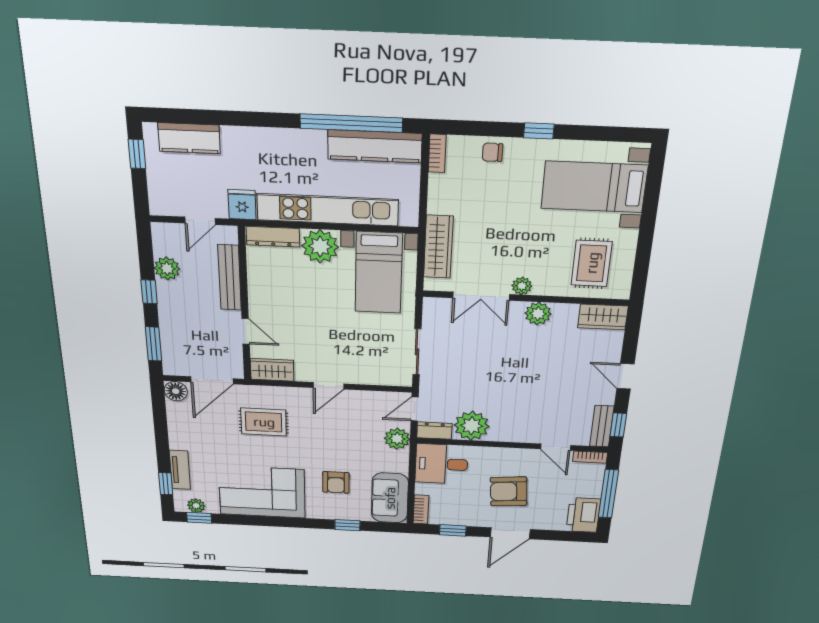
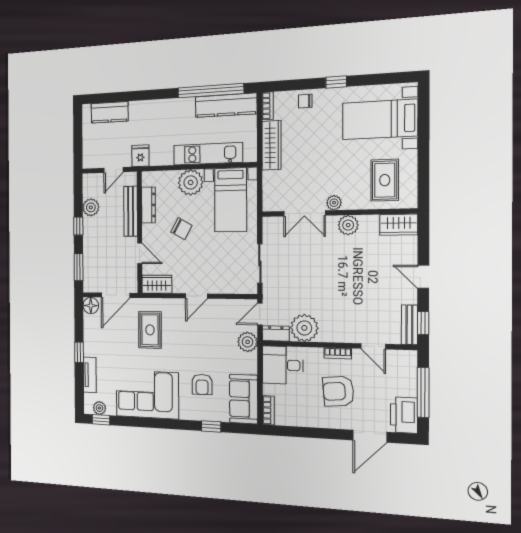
window: (137, 154) -> (78, 126), removed
kitchen unit: (328, 210) -> (208, 154), width x0.73
dresser: (273, 237) -> (148, 205), moved, turned -90
wardrobe: (438, 247) -> (272, 145), moved
chair: (307, 304) -> (181, 229), added
rug: (264, 422) -> (150, 330), turned 90
bookcase: (590, 457) -> (338, 353), moved
window: (166, 484) -> (79, 352), moved
window: (453, 530) -> (295, 432), removed
door: (510, 533) -> (370, 436), moved

